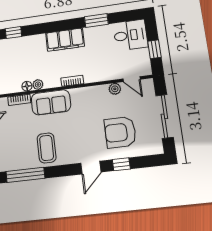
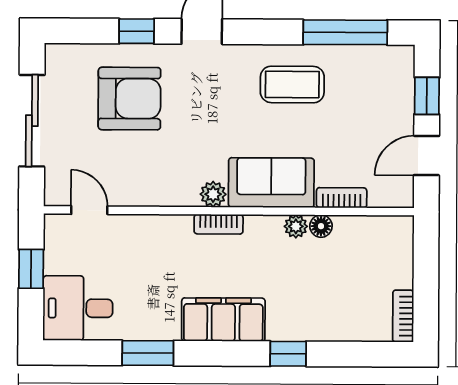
window: (14, 33) -> (288, 354), moved
plant: (115, 89) -> (213, 194), moved
coffee table: (47, 148) -> (292, 85), turned 90

